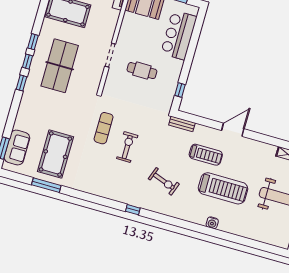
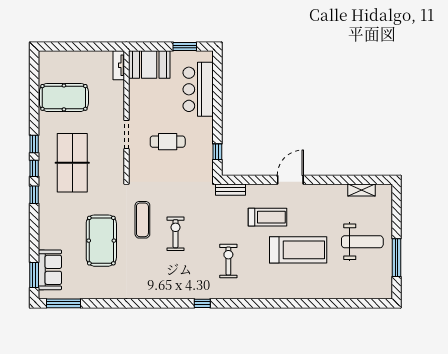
pool table: (55, 154) -> (101, 241), moved
exercise bike: (164, 181) -> (228, 261), turned -110
window: (46, 185) -> (64, 303), moved
water cooler: (212, 223) -> (297, 293), removed

